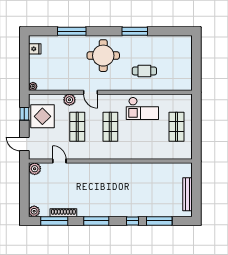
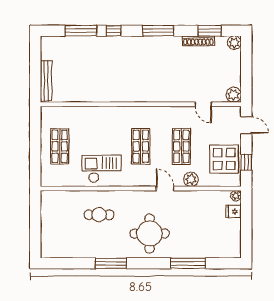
fridge: (35, 49) -> (234, 211), moved
bench: (188, 194) -> (46, 81), moved
window: (54, 221) -> (210, 31), width x0.69

